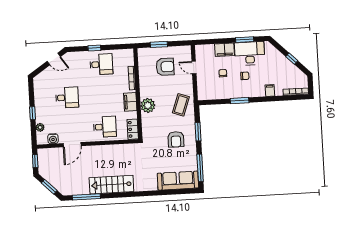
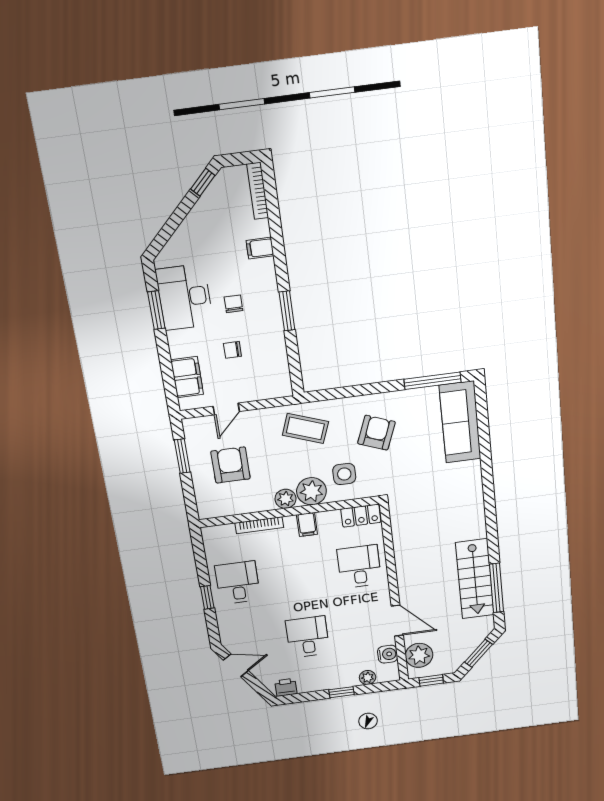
window: (159, 44) -> (182, 456), moved
filing cabinet: (225, 50) -> (187, 377), moved
door: (54, 59) -> (236, 665), hinge flipped
window: (292, 59) -> (203, 182), moved
printer: (38, 84) -> (286, 687), added
plant: (145, 92) -> (286, 499), added
filing cabinet: (130, 102) -> (307, 525), width x0.50
side table: (156, 122) -> (344, 474), added
window: (198, 132) -> (358, 391), removed
armchair: (176, 139) -> (376, 433), turned -69
plant: (51, 155) -> (419, 655), added
stairs: (111, 185) -> (475, 579), moved

